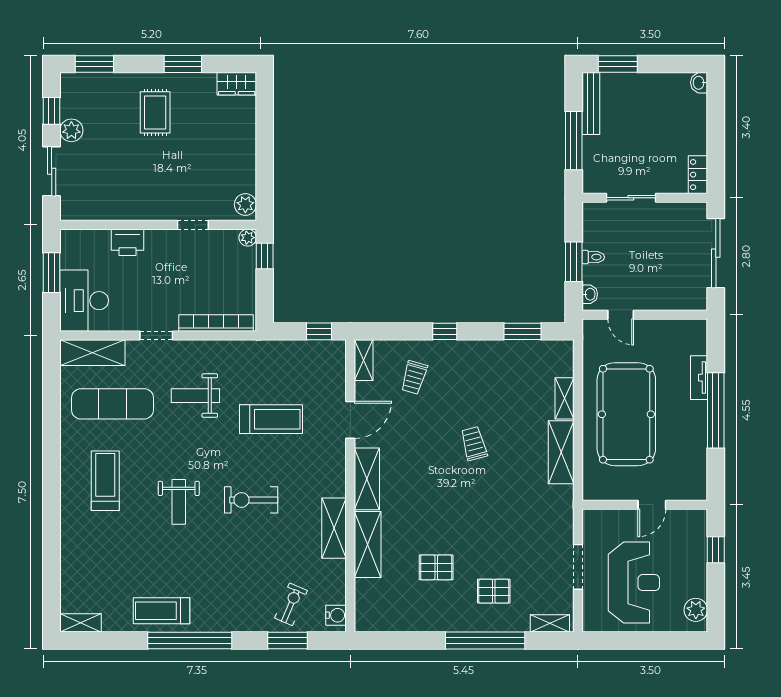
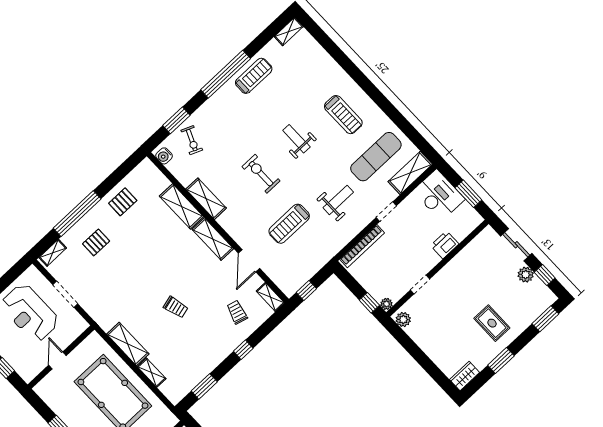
exercise bike: (251, 500) -> (261, 174), turned -90
pallet: (436, 567) -> (123, 202), moved

